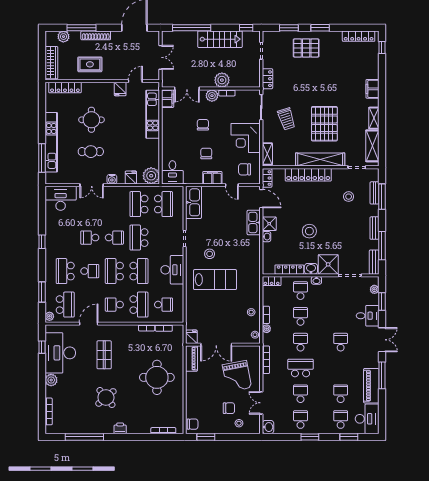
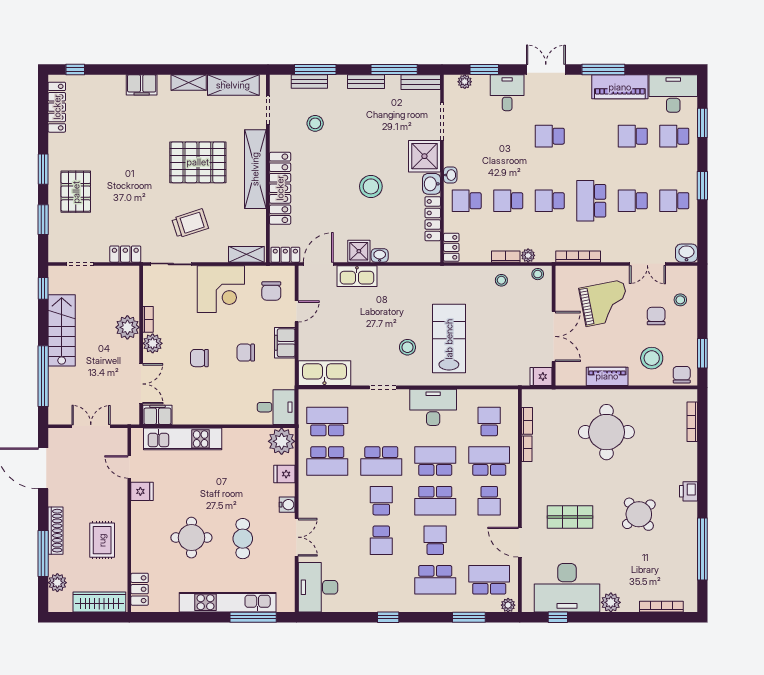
locker: (65, 88) -> (140, 589), width x0.66
piano: (191, 359) -> (607, 376), moved
stool: (203, 405) -> (652, 358), added

